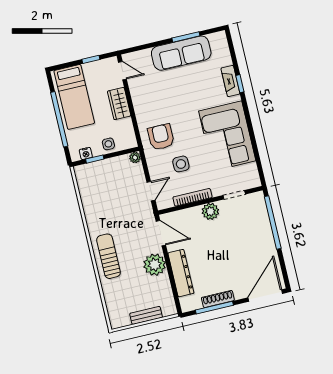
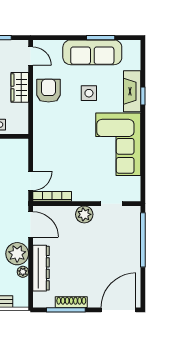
fireplace: (230, 81) -> (132, 91), width x1.37, depth x1.32
armchair: (161, 137) -> (48, 91), moved
plant: (135, 158) -> (23, 272), moved
side table: (181, 164) -> (89, 93), moved
bookcase: (192, 197) -> (52, 196), moved

